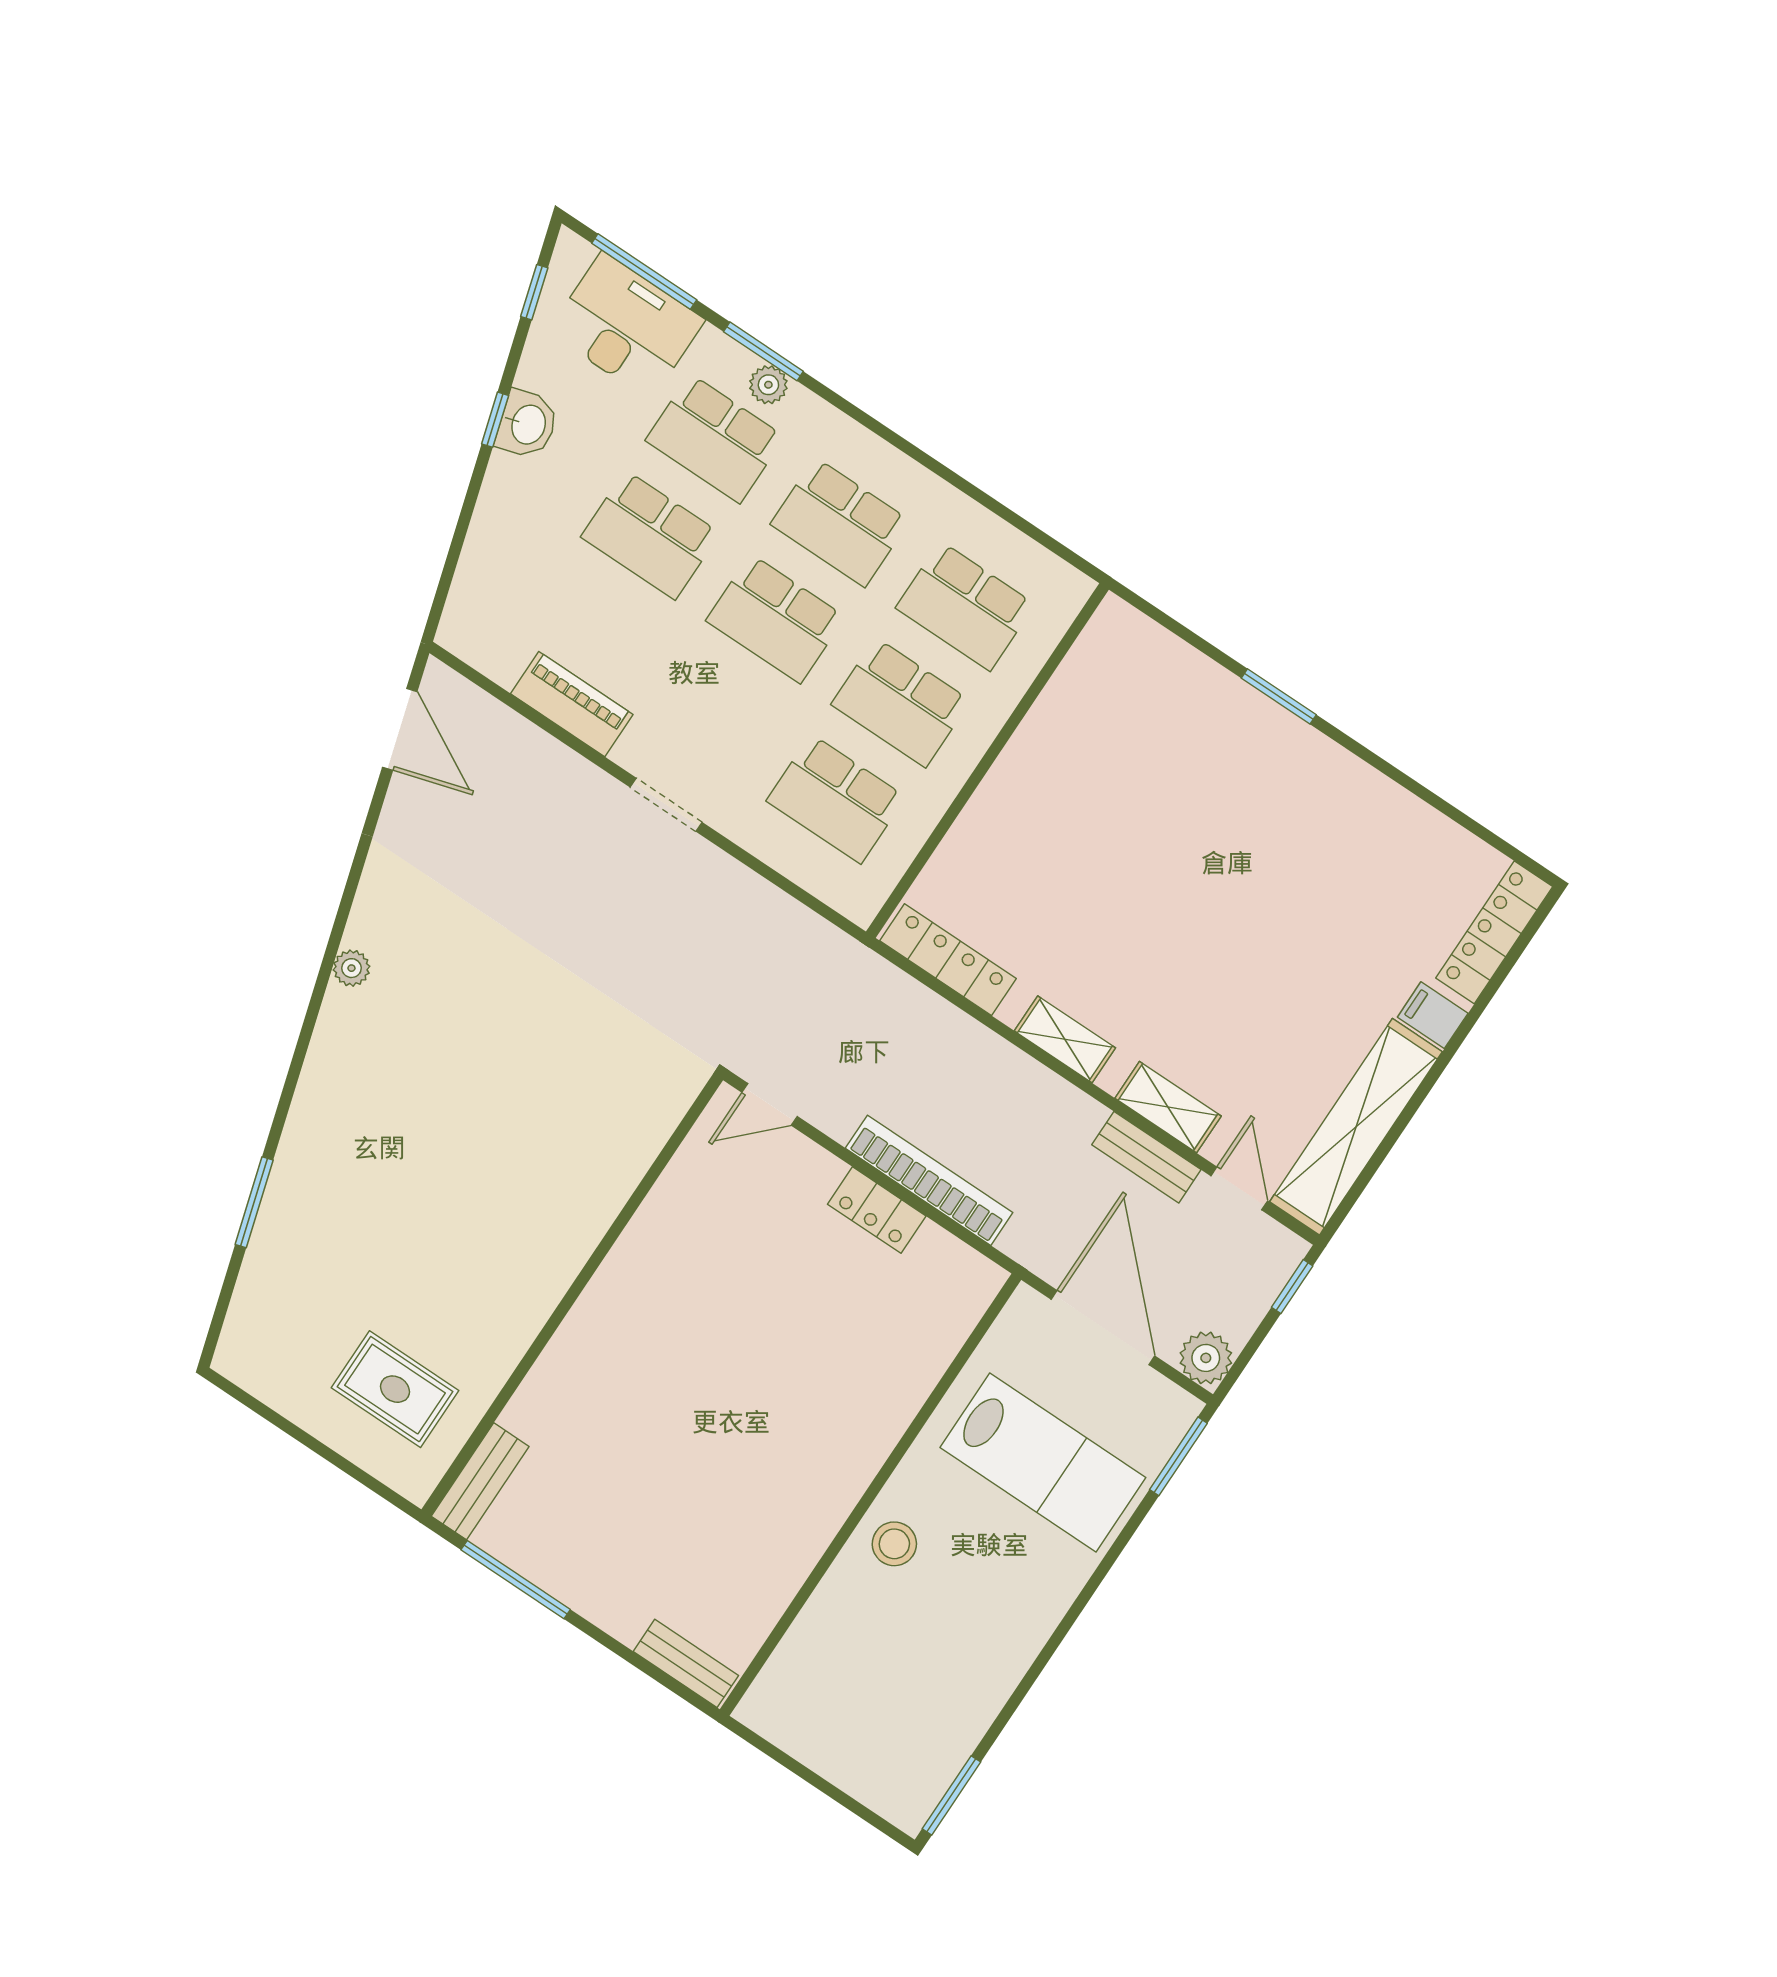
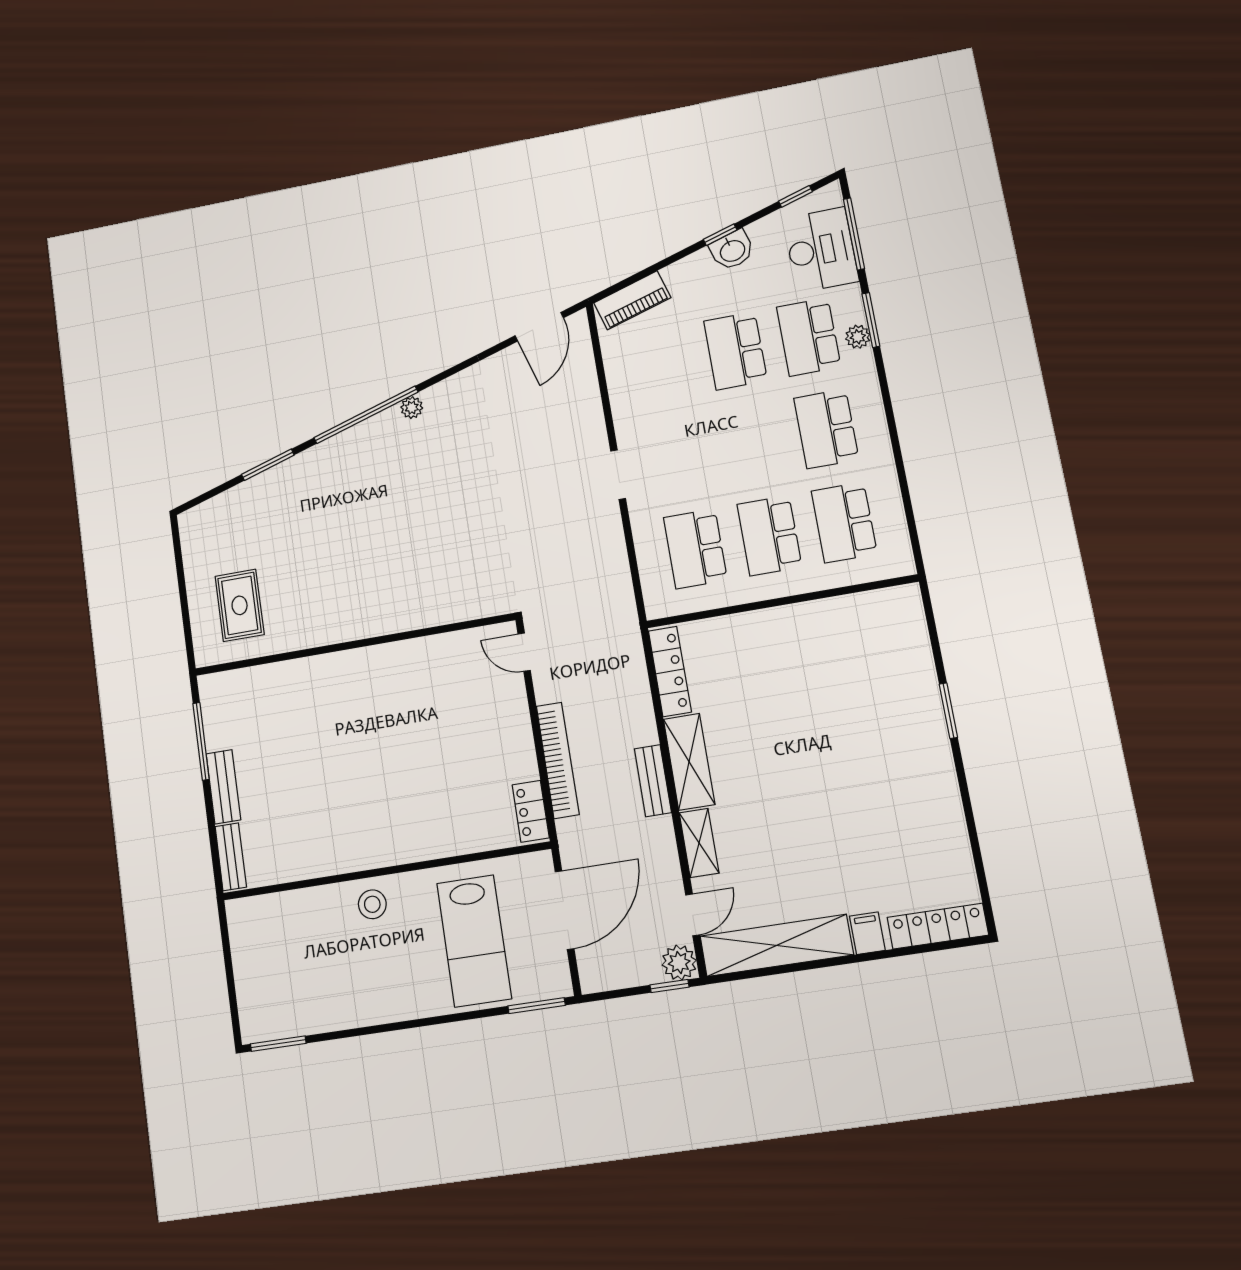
school desk: (776, 619) -> (752, 442), removed
piano: (572, 704) -> (632, 300), moved, turned 73
window: (307, 1030) -> (366, 415), added
shelving: (1065, 1039) -> (689, 762), width x1.50, depth x1.33
bench: (1146, 1157) -> (653, 781), moved
locker: (877, 1210) -> (531, 811), moved
plant: (1206, 1358) -> (679, 963), moved
bench: (480, 1481) -> (223, 787), moved, turned 90

